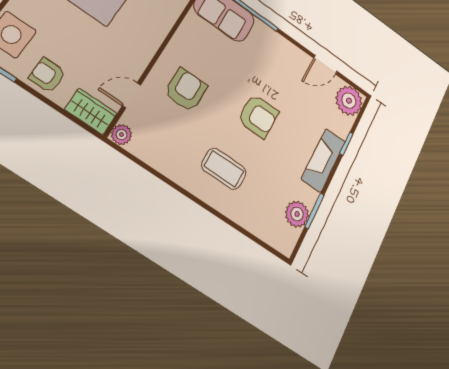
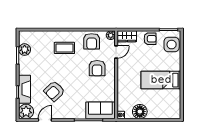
armchair: (258, 116) -> (54, 91), moved, turned -44
armchair: (166, 147) -> (92, 41), added
fireplace: (323, 160) -> (24, 89), moved

